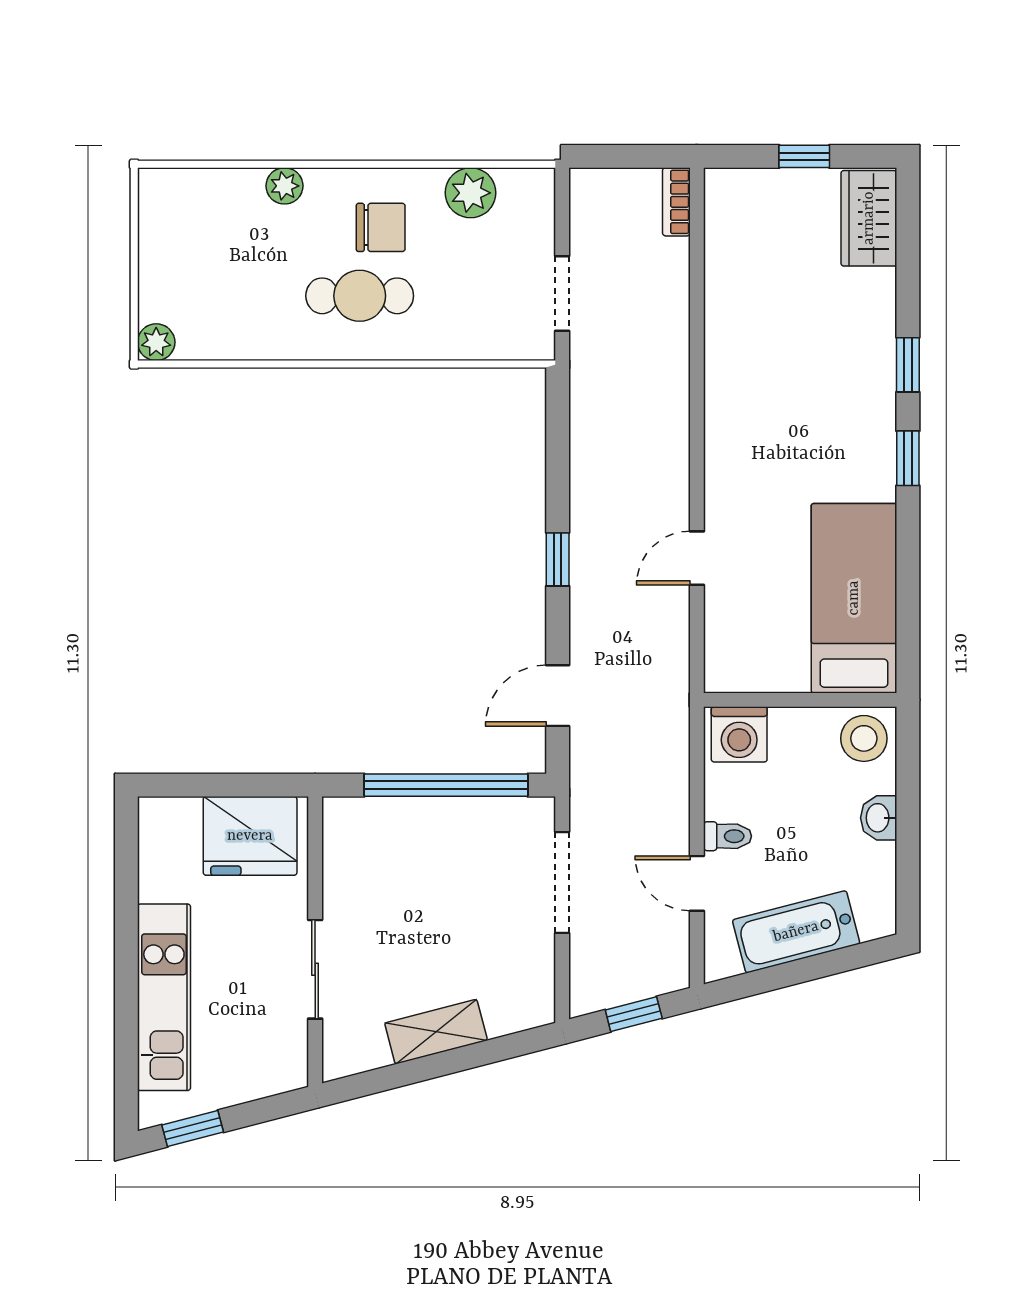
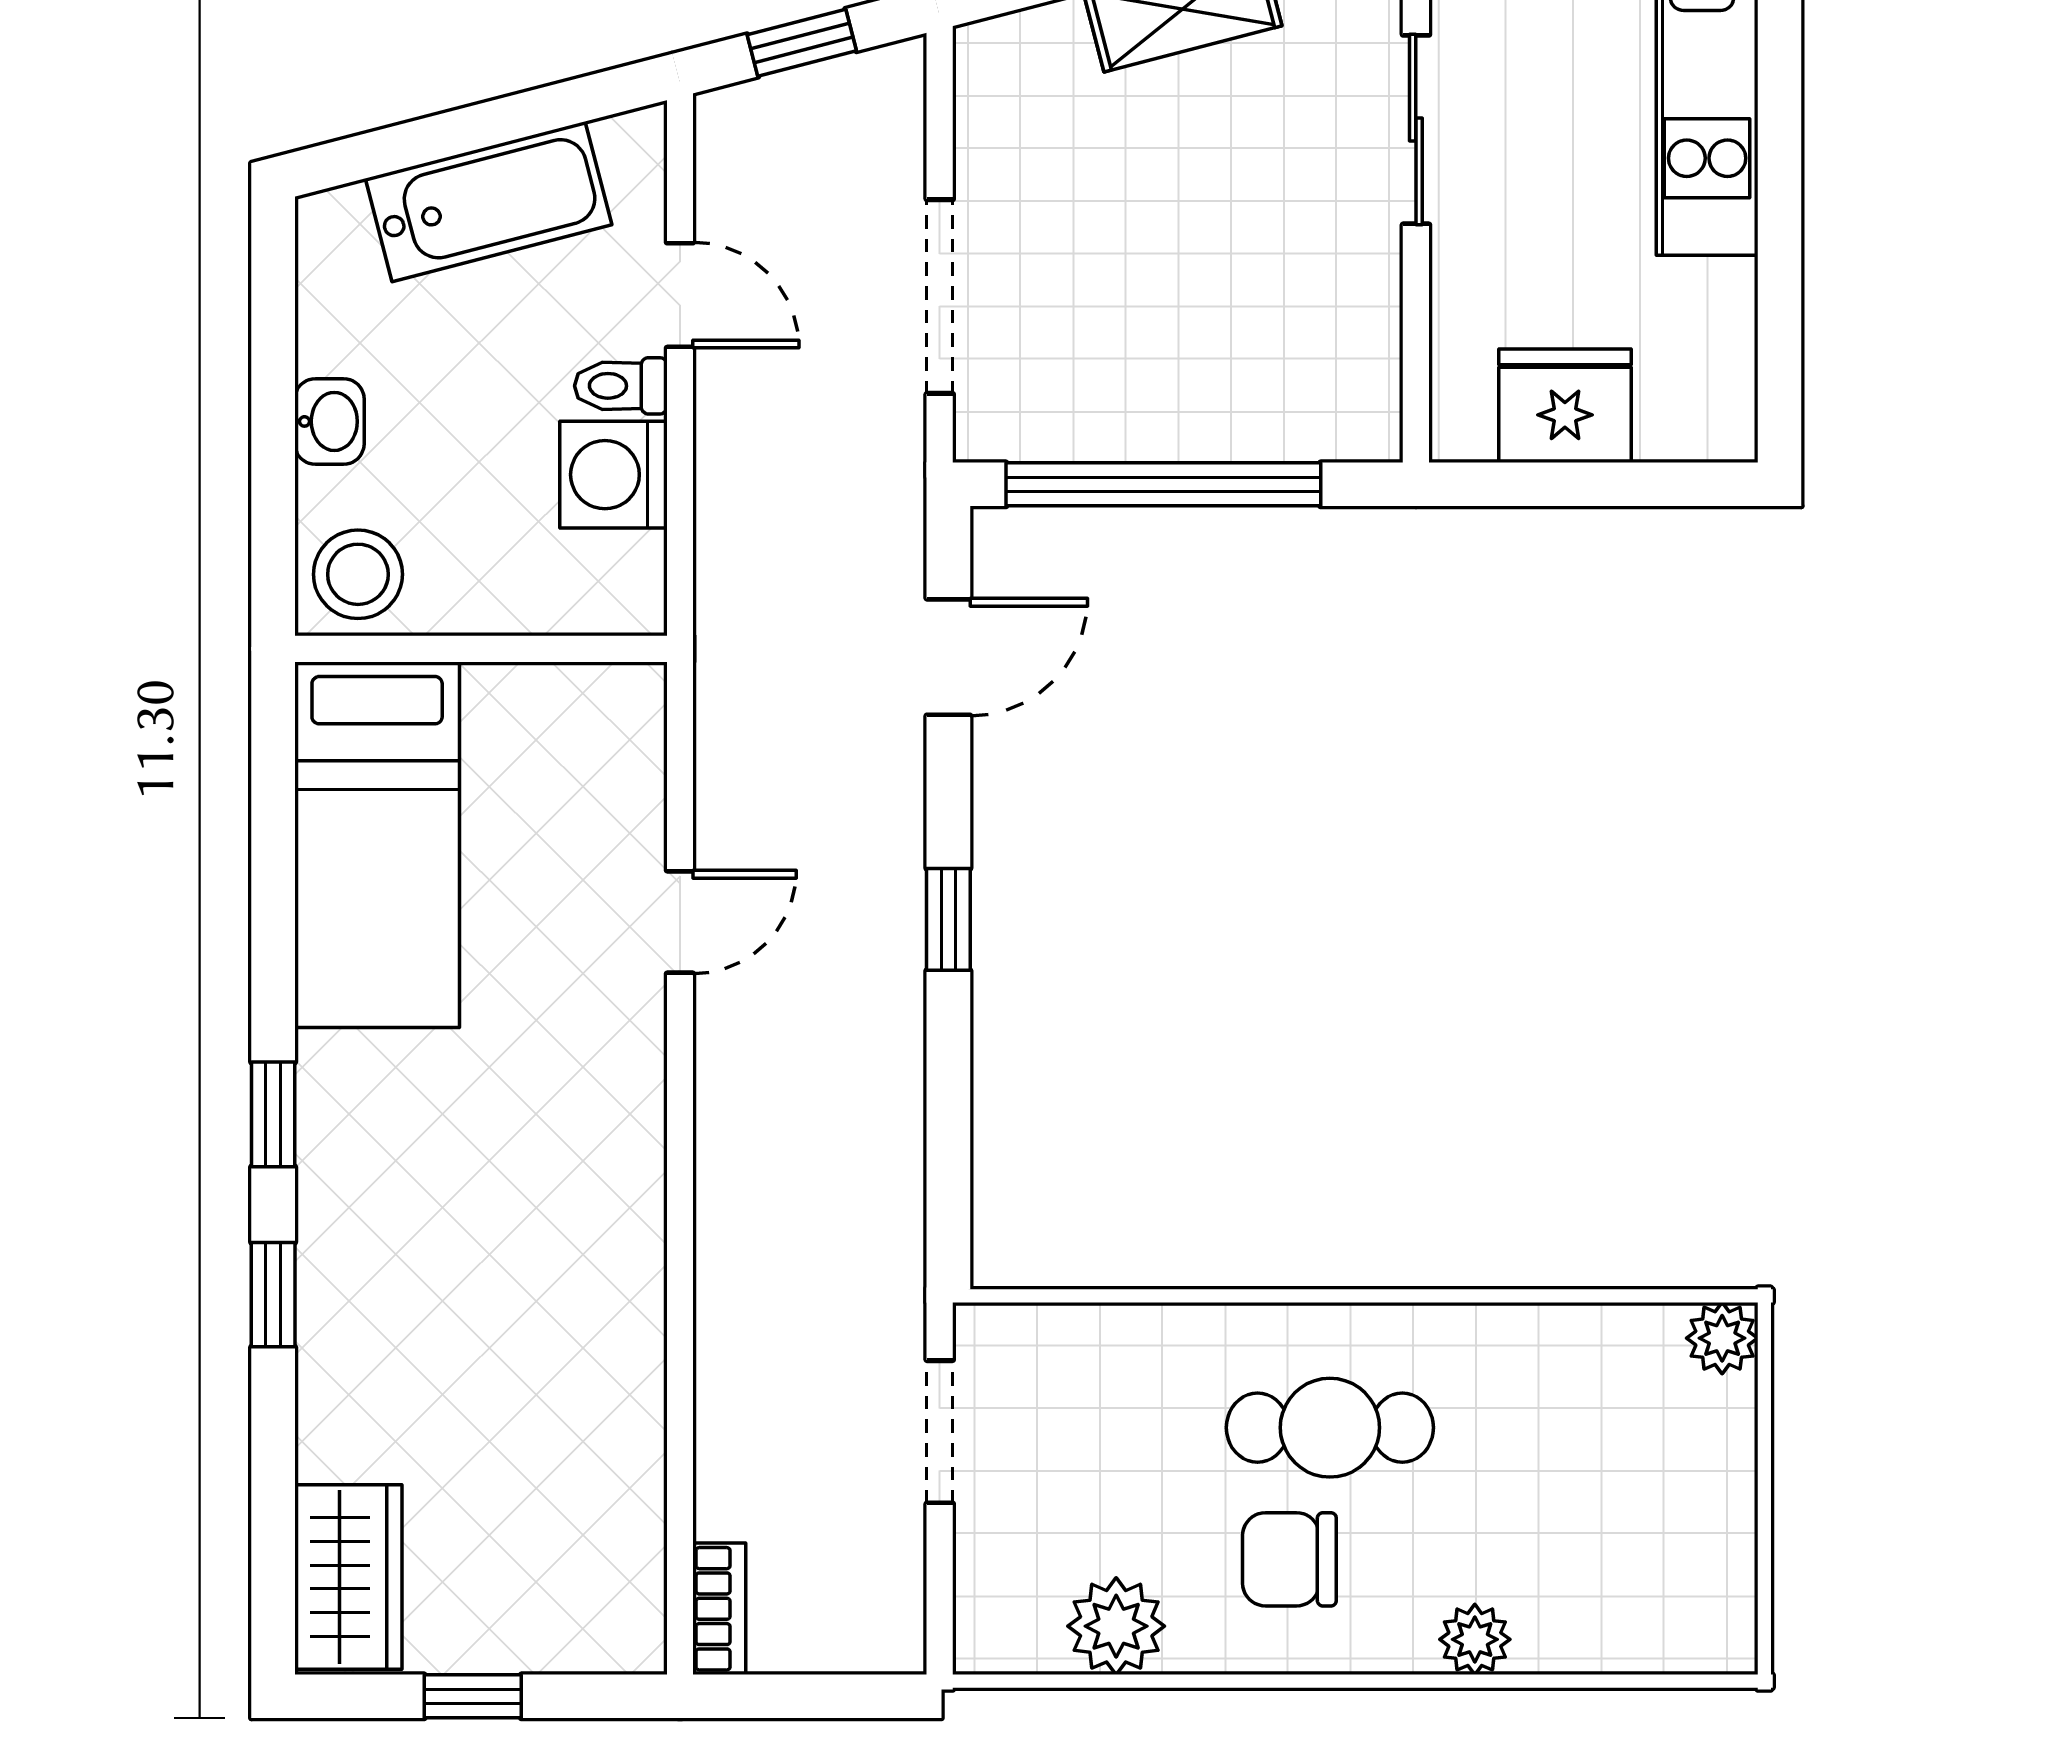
washing machine: (739, 734) -> (613, 475), moved, turned -90
fridge: (250, 836) -> (1565, 406), width x0.73, depth x0.75

